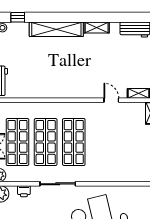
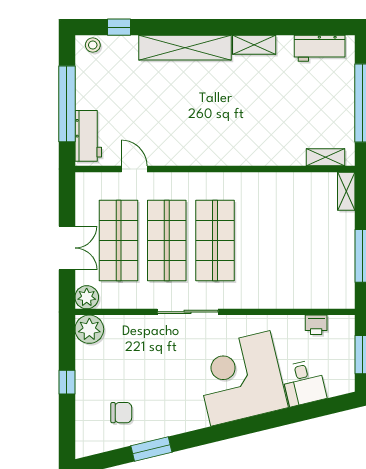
door: (111, 100) -> (134, 169), moved
printer: (24, 191) -> (316, 325), moved

